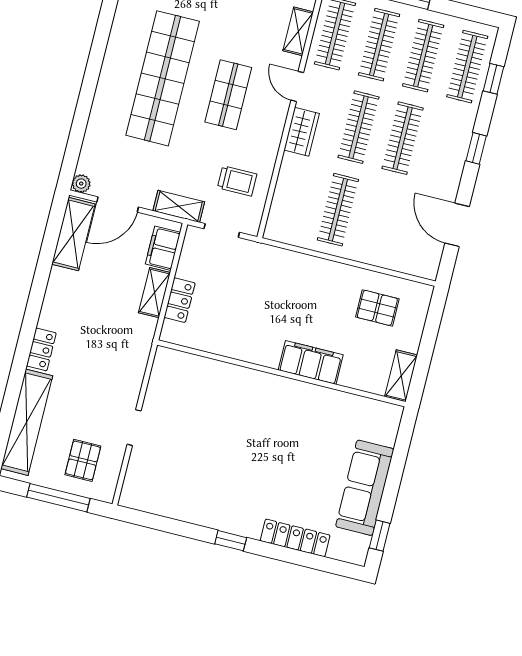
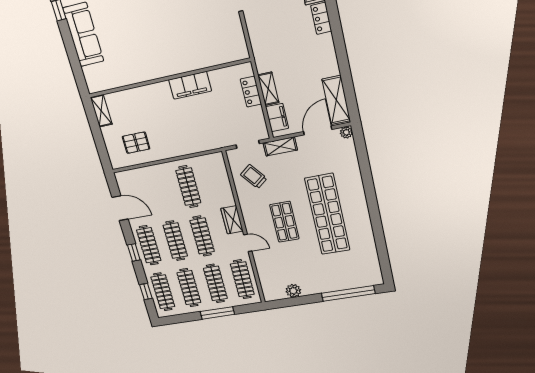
shelving: (298, 31) -> (263, 272), removed
clothes rail: (447, 149) -> (149, 245), added
trolley: (237, 181) -> (254, 177), turned 52
filing cabinet: (311, 362) -> (190, 85), moved

